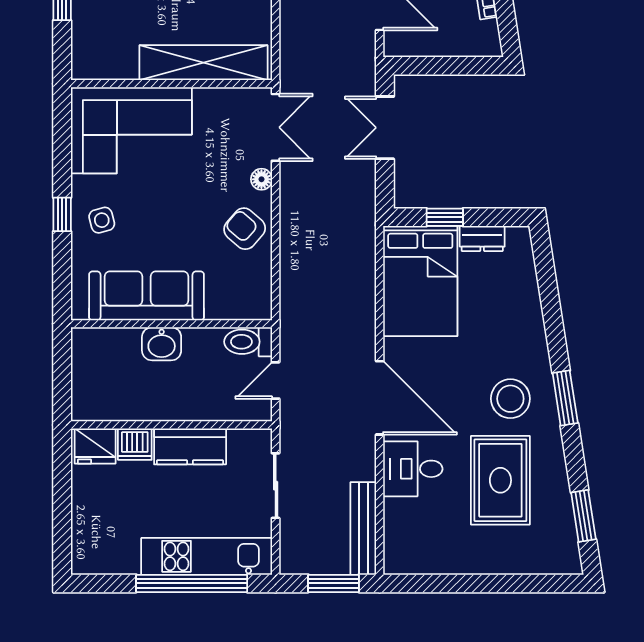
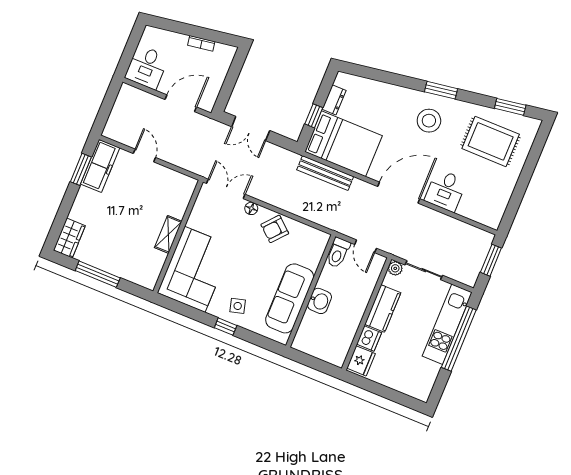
shelving: (203, 63) -> (168, 234), width x0.45, depth x0.75
plant: (260, 440) -> (395, 268), added
rug: (500, 480) -> (491, 141), moved
bench: (363, 529) -> (325, 173), moved

